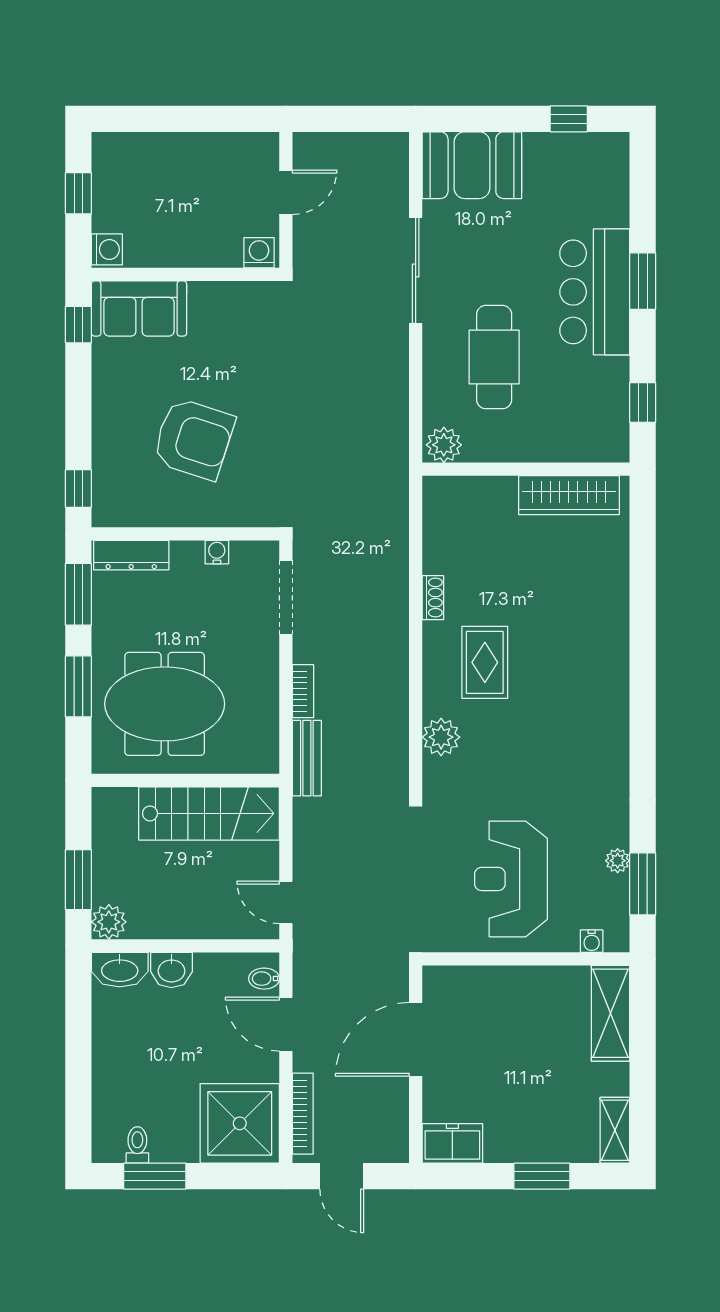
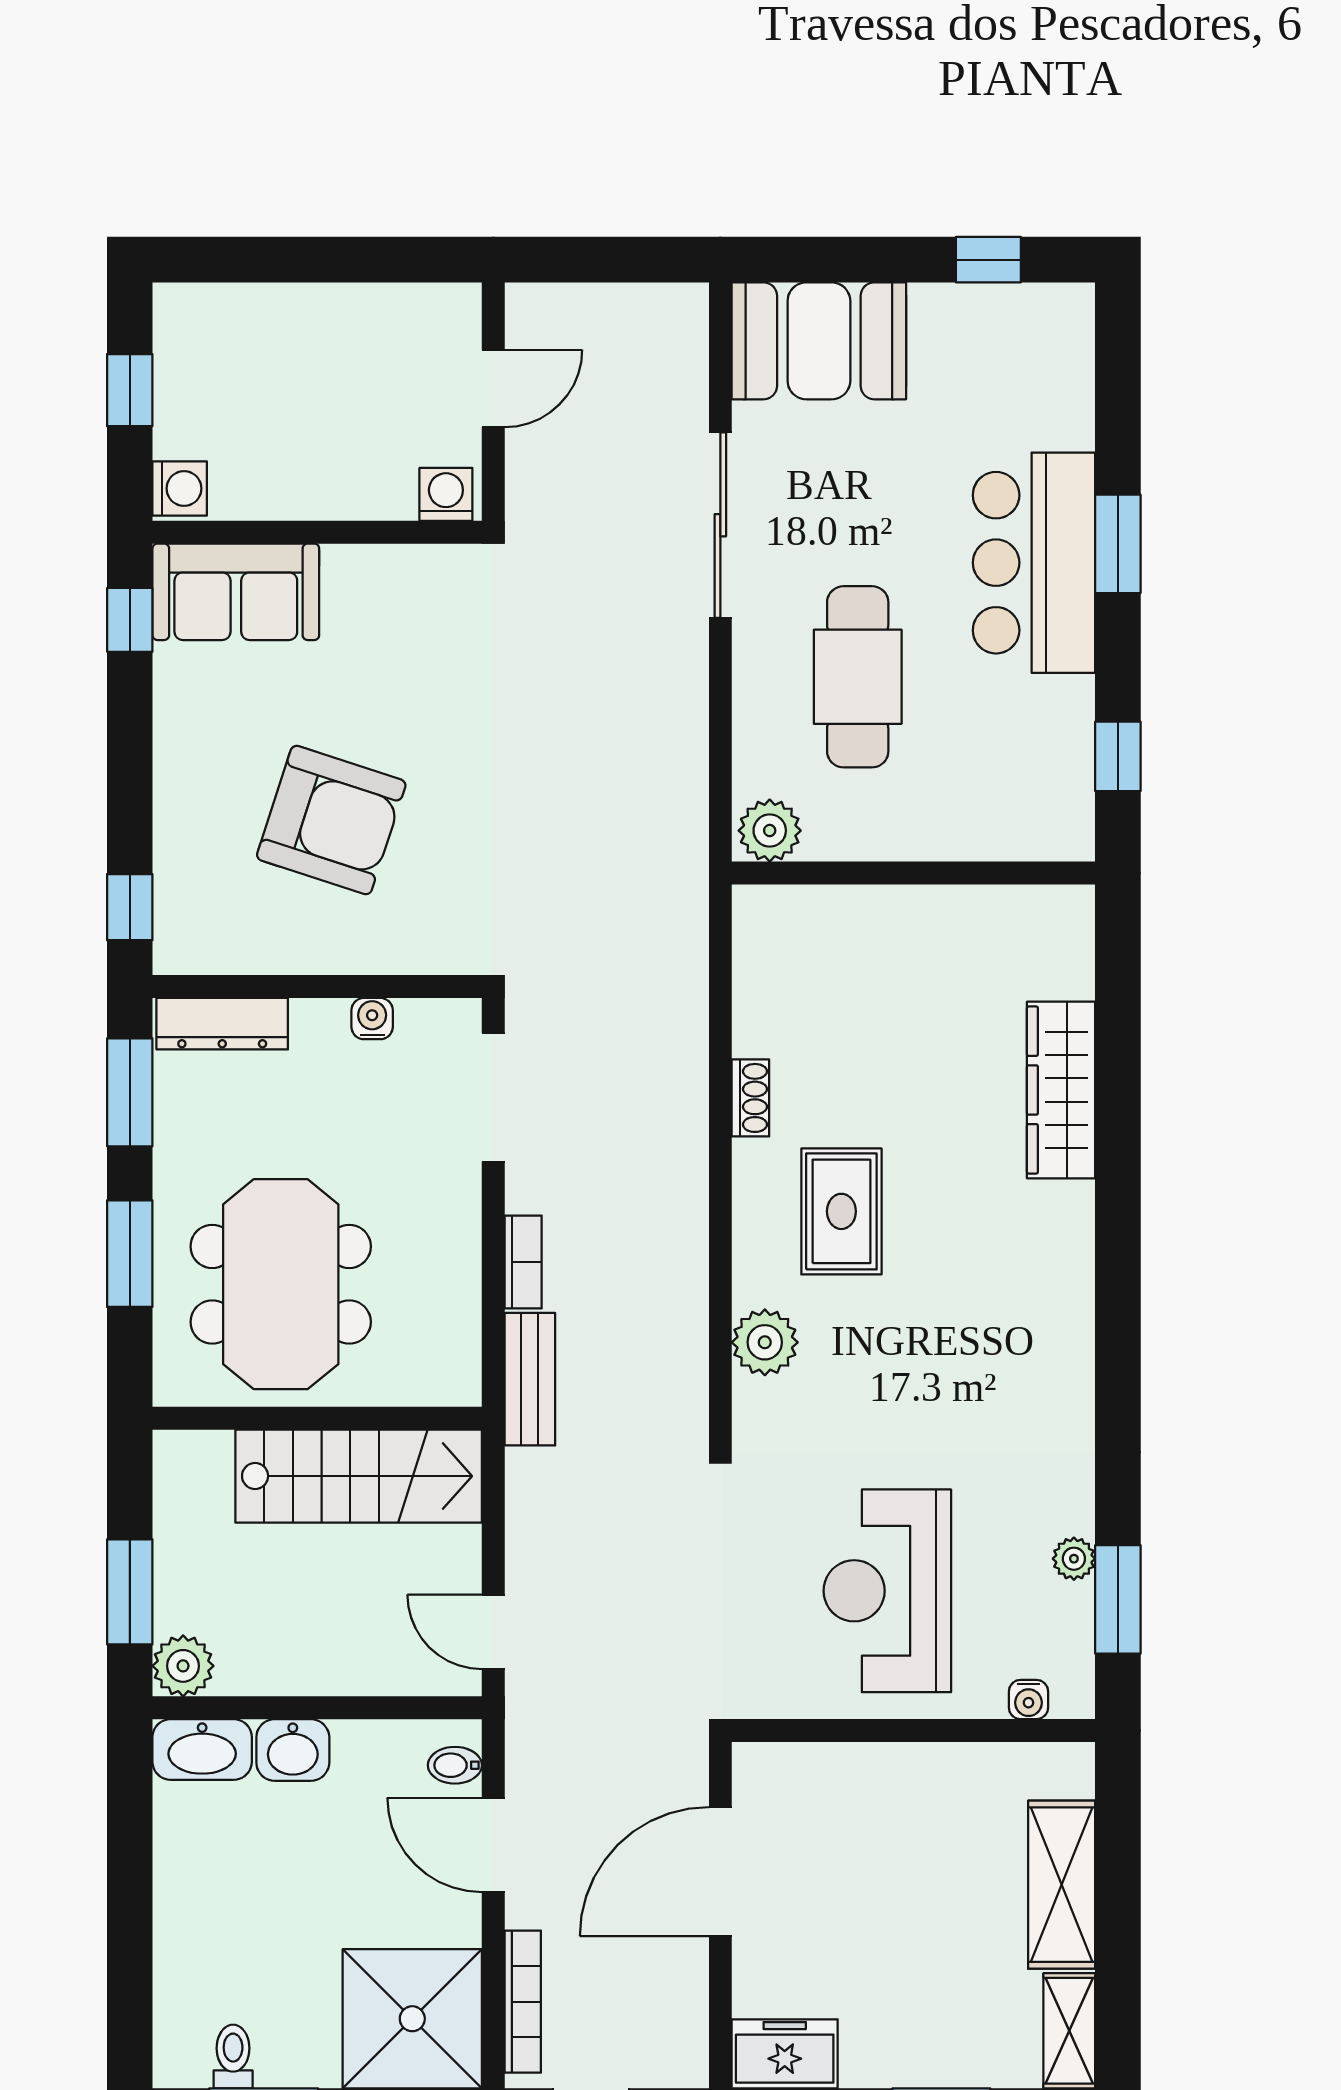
wardrobe: (569, 495) -> (1061, 1090), moved, turned 90
meeting table: (165, 704) -> (281, 1284), turned 90
shelving: (611, 1013) -> (1062, 1885), moved

